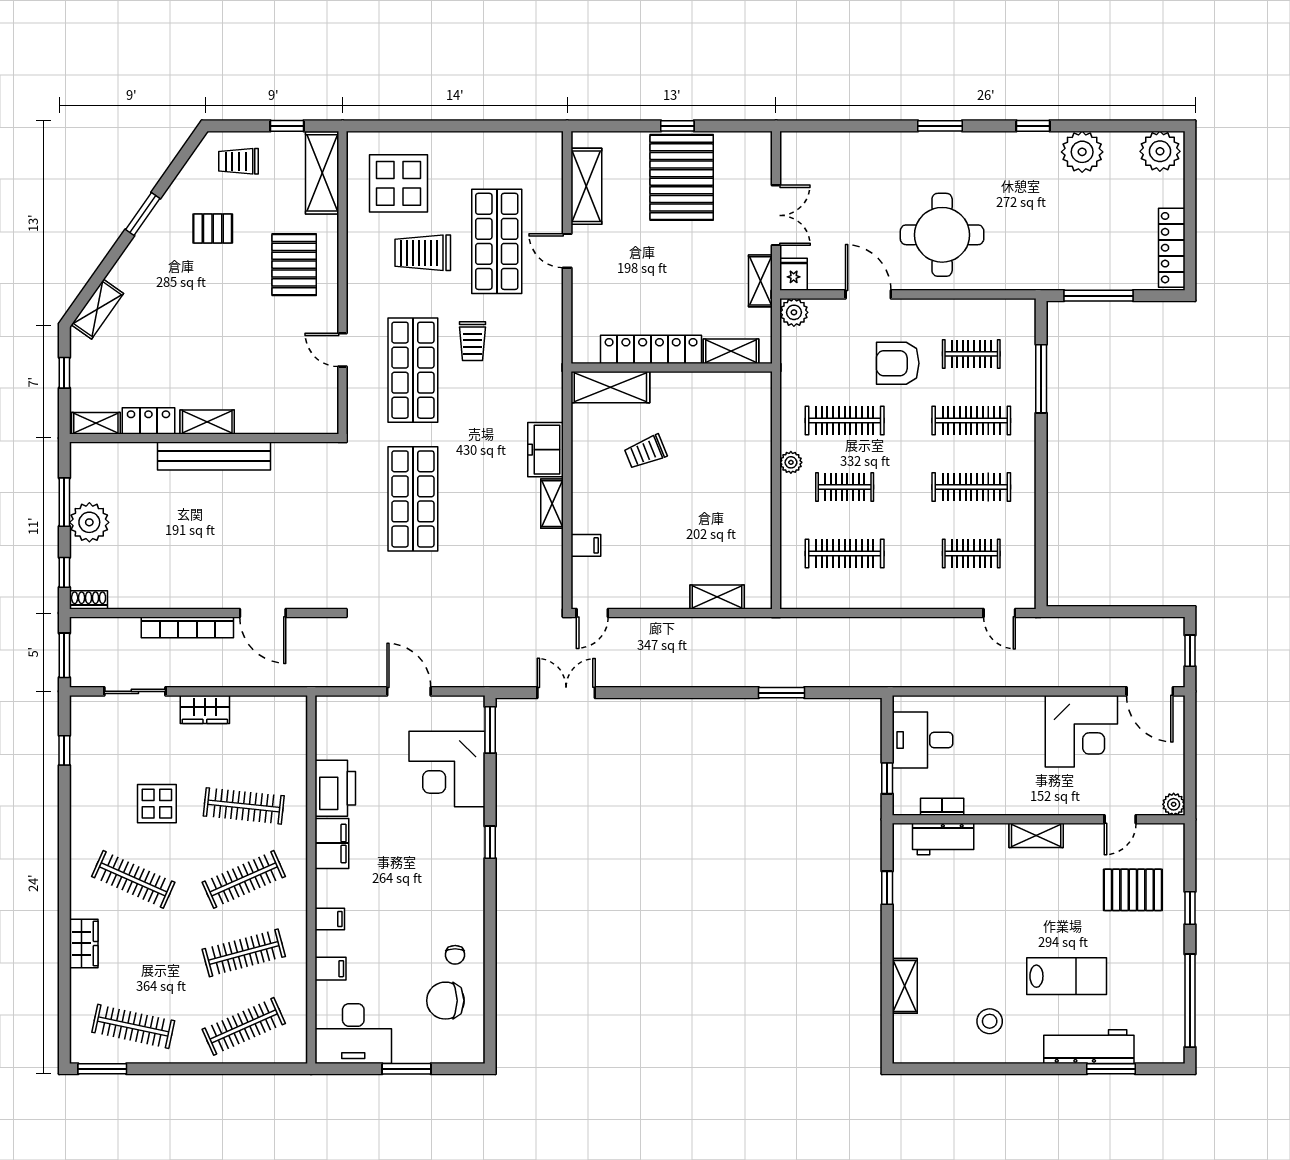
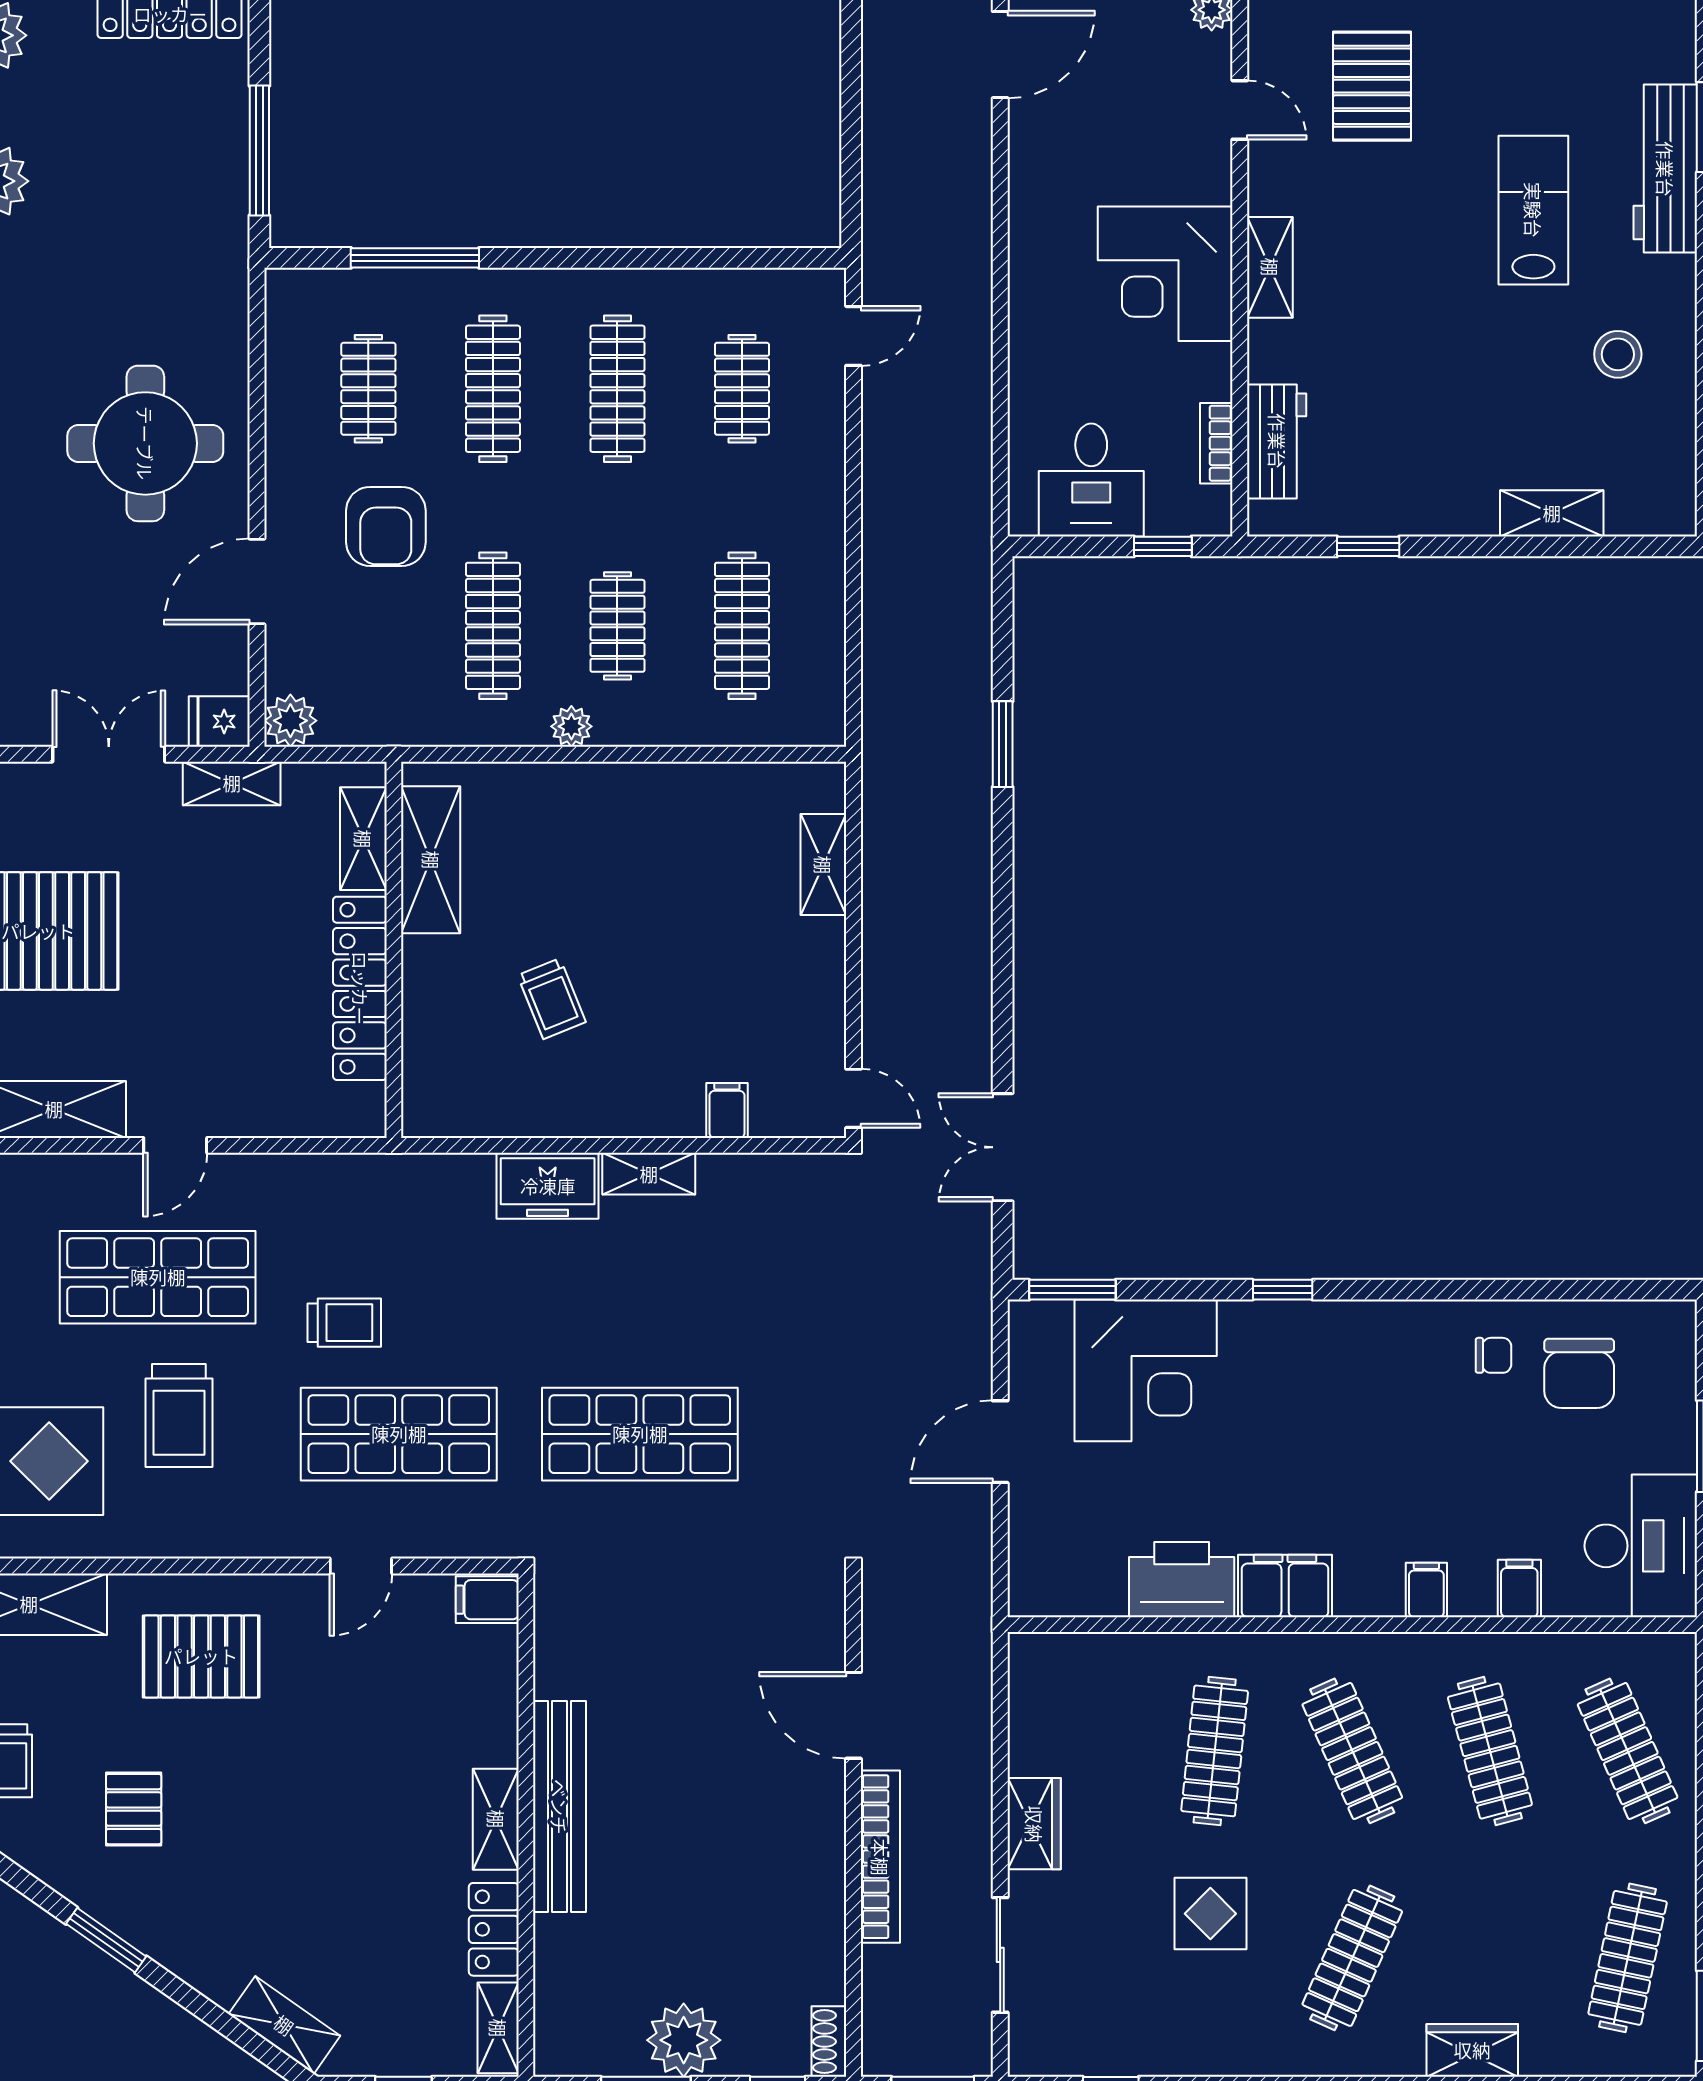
shelving: (610, 387) -> (431, 860), moved
filing cabinet: (325, 417) -> (487, 1600), added
door: (263, 613) -> (853, 1715), swing flipped
corner desk: (1081, 731) -> (1165, 274), moved, turned 180

